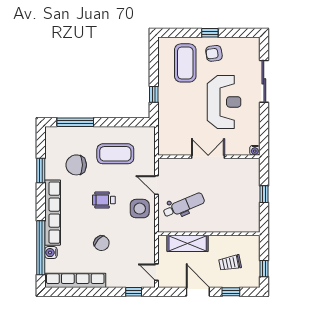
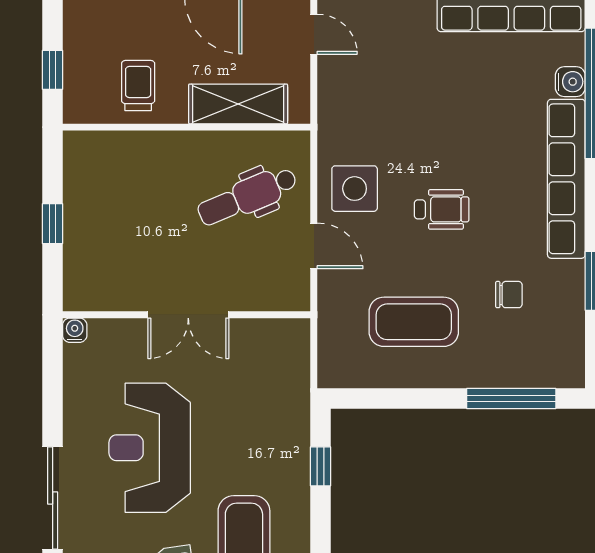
chair: (76, 165) -> (509, 295), width x0.54, depth x0.54
chair: (102, 243) -> (447, 105), removed
trolley: (230, 263) -> (138, 86), moved, turned -79
window: (264, 269) -> (53, 70), moved

